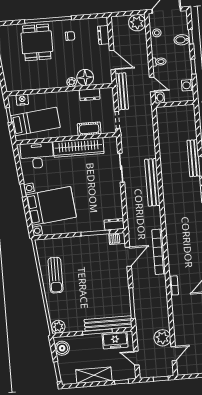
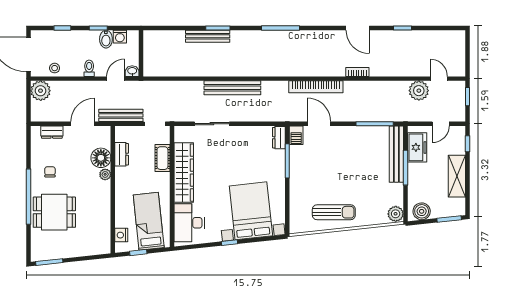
bidet: (182, 40) -> (106, 39), moved

